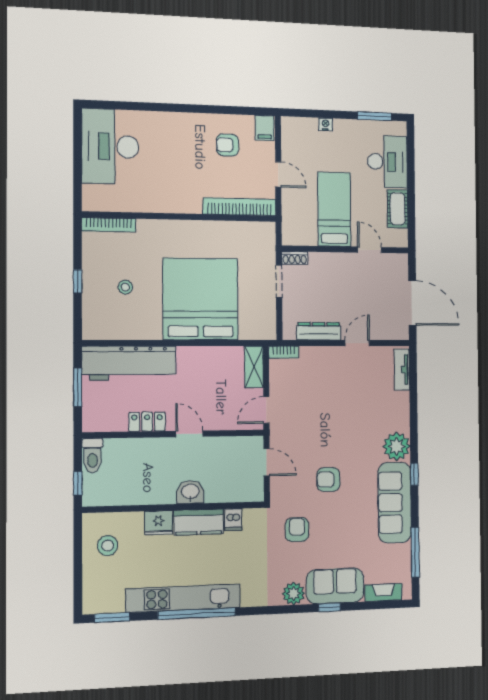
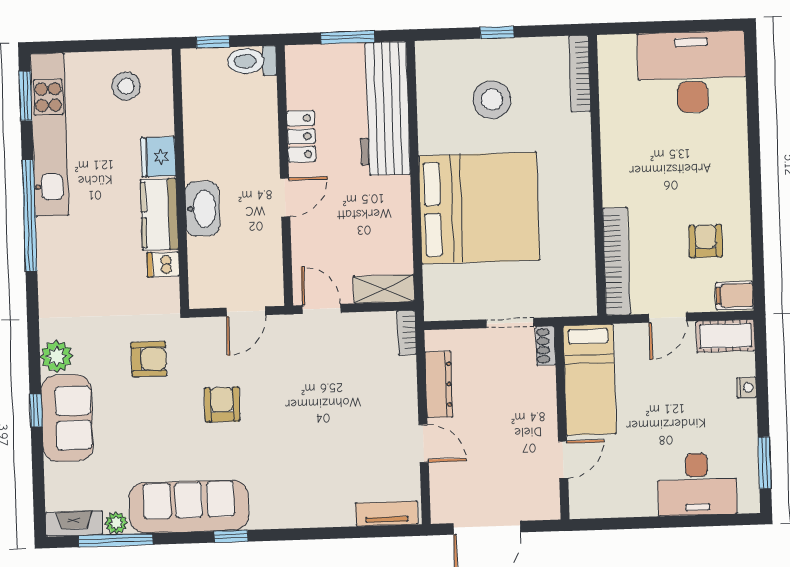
bed: (334, 209) -> (590, 380), moved, turned 90
cot: (398, 209) -> (726, 336), moved
stool: (125, 287) -> (492, 100), width x1.89, depth x1.89
plant: (397, 446) -> (116, 523), moved, width x0.53, depth x0.53
washbasin: (190, 492) -> (202, 209), width x1.38
fireplace: (383, 593) -> (74, 524), moved, turned -90
kitchen unit: (183, 598) -> (50, 135), moved

